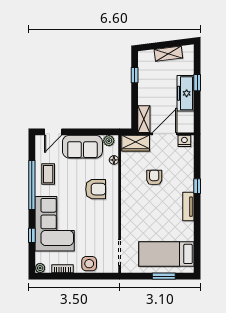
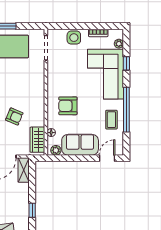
wardrobe: (136, 143) -> (37, 140), moved, turned -90
armchair: (154, 178) -> (14, 116), turned -67
plant: (40, 268) -> (119, 44), moved

